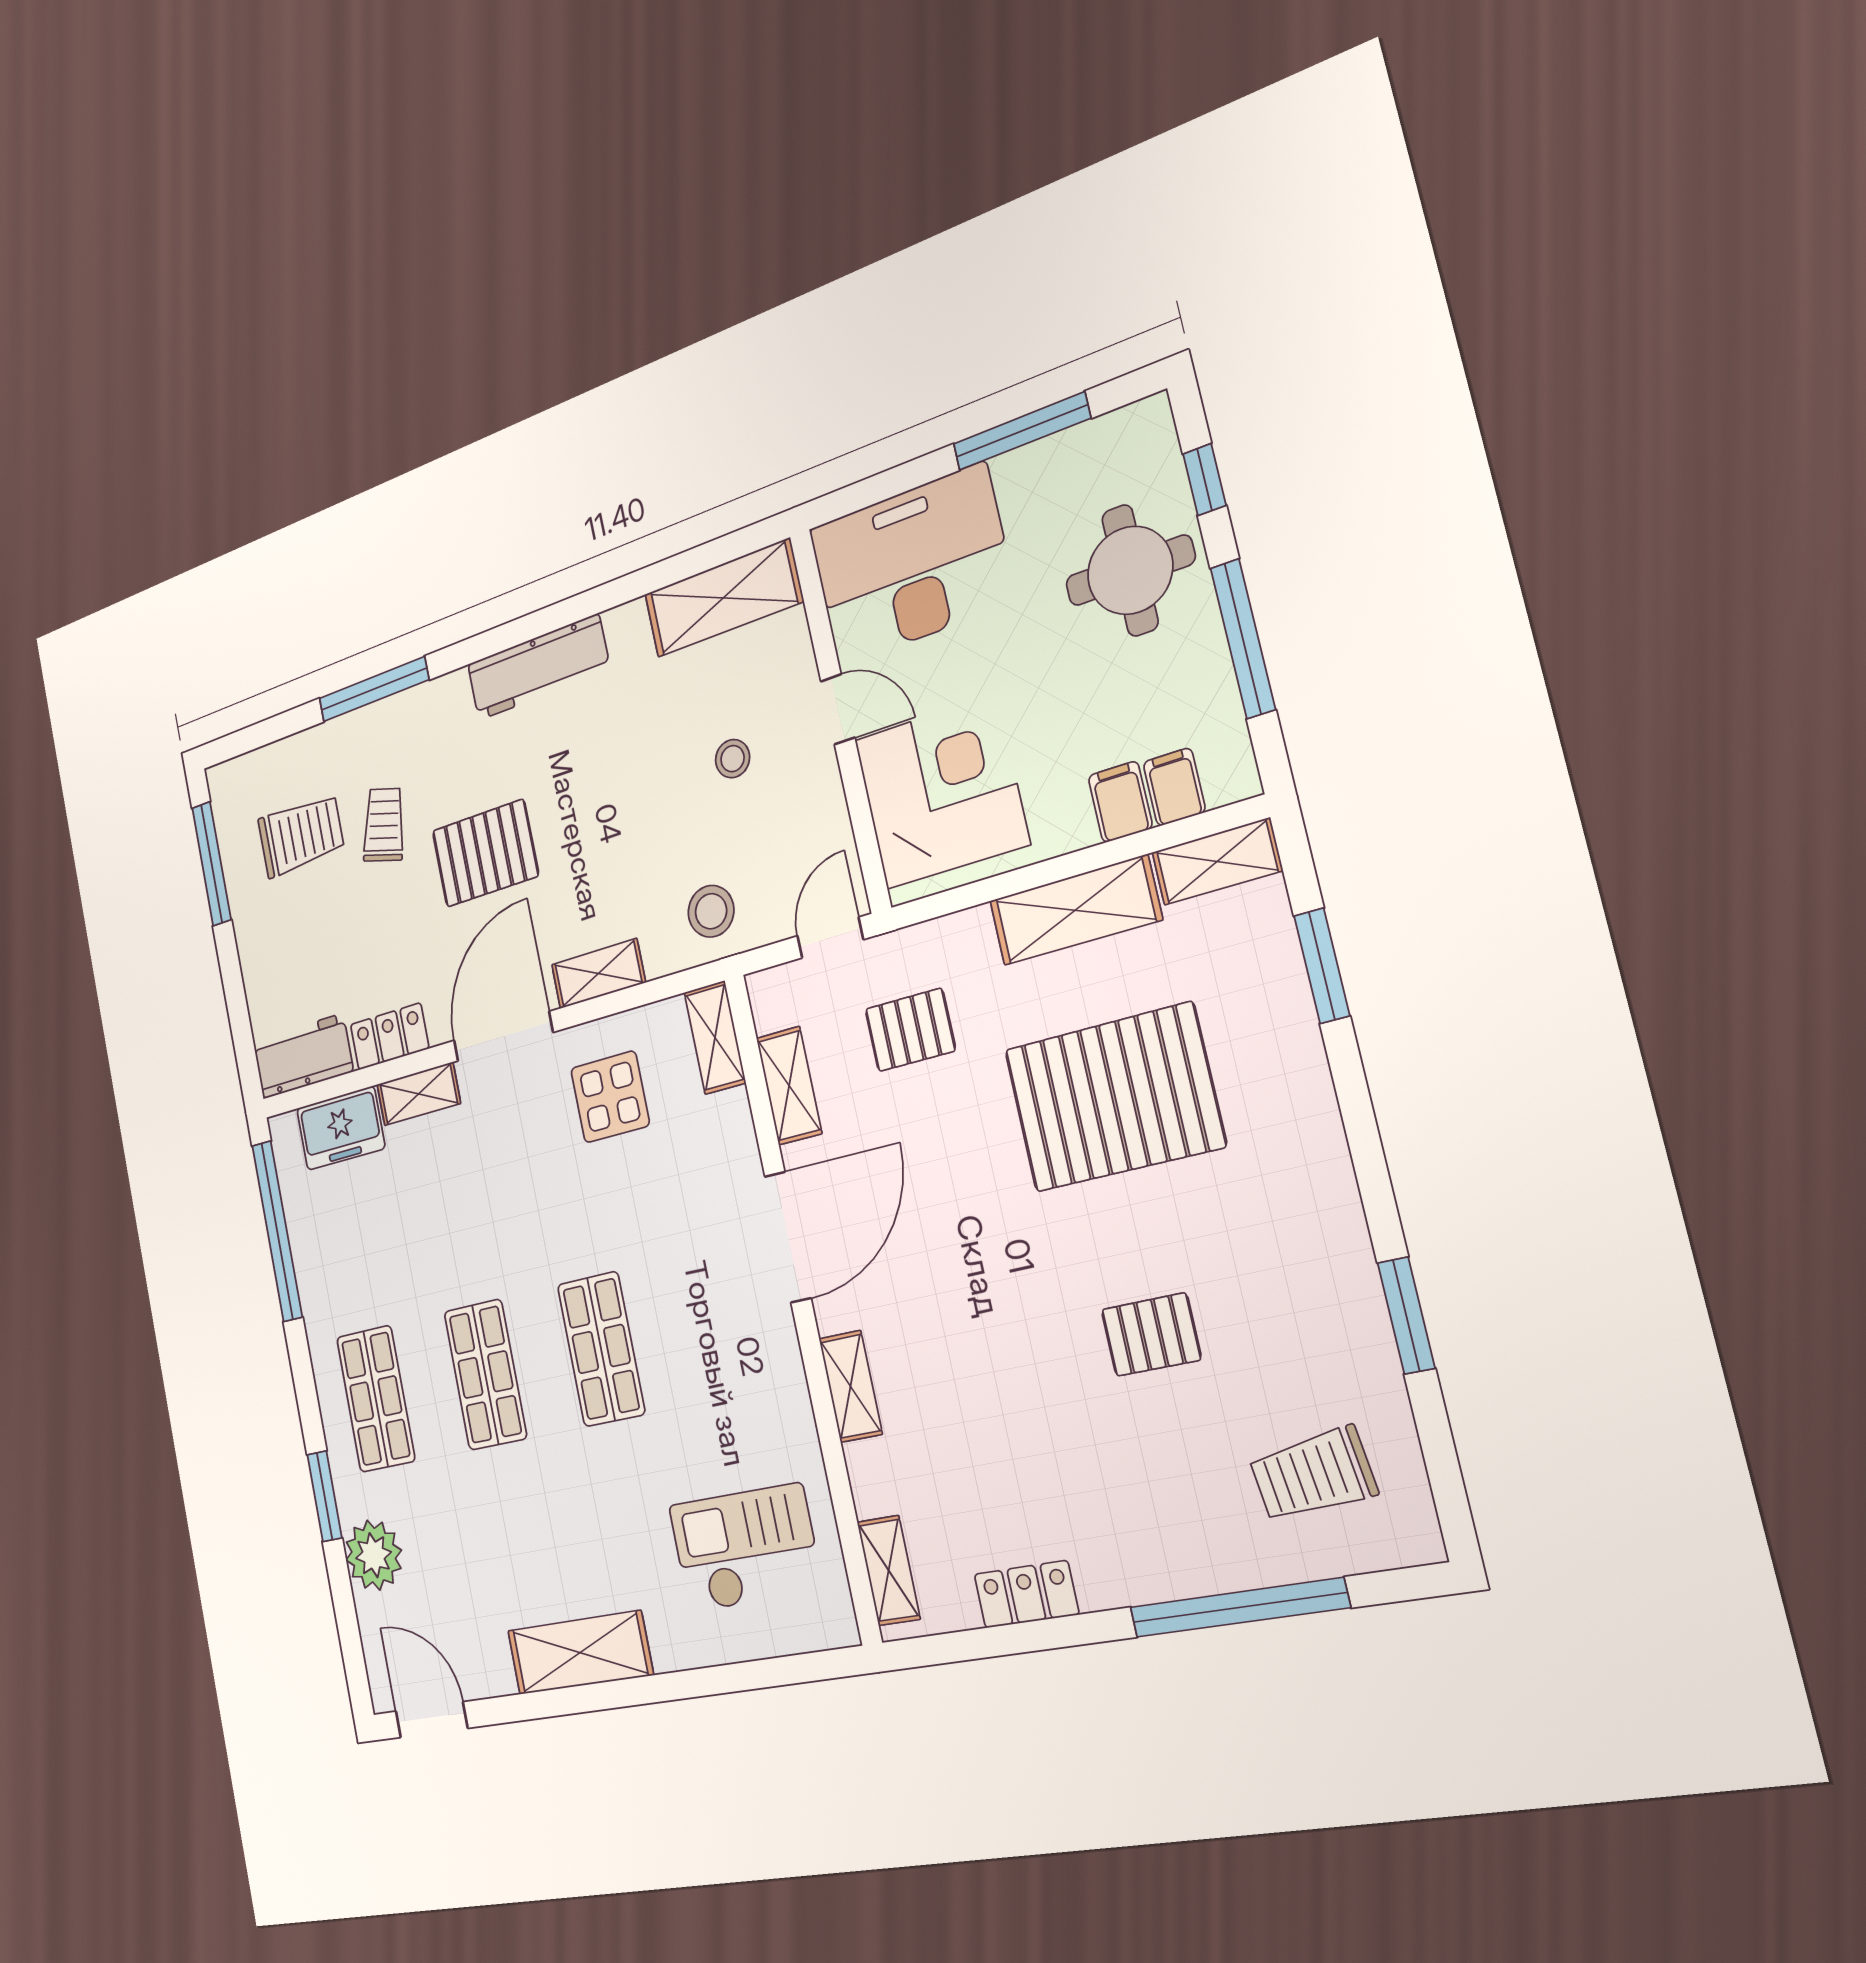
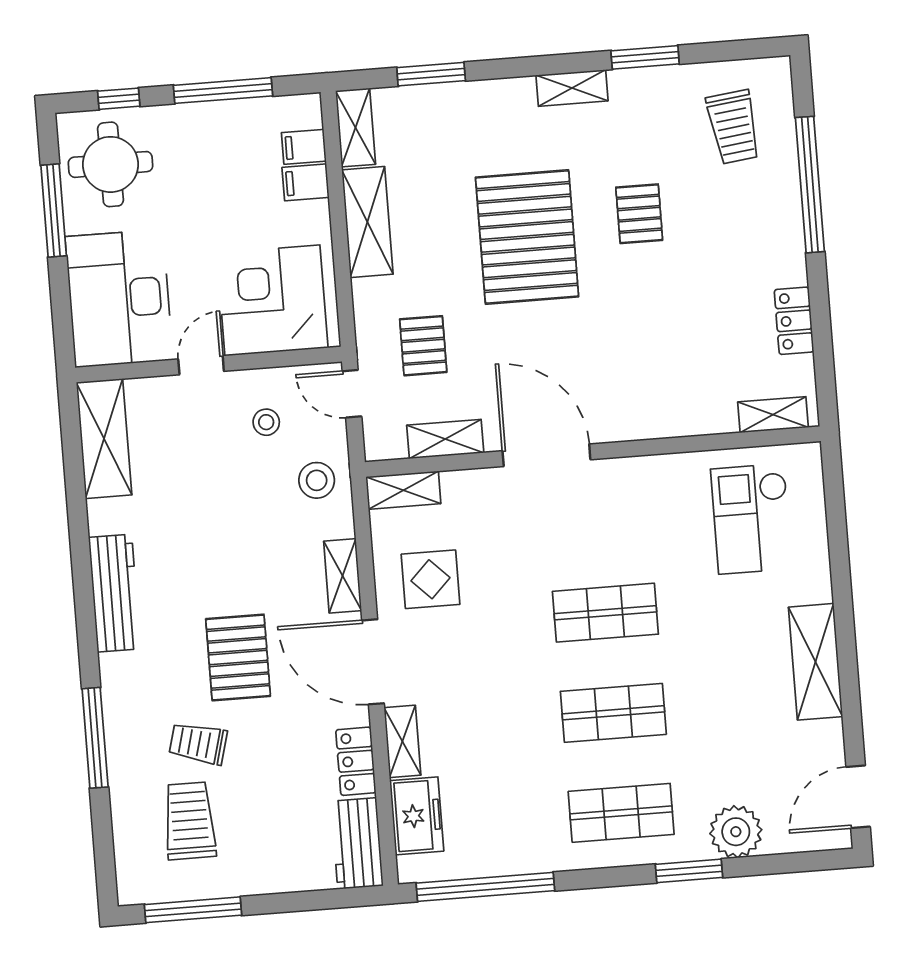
round table: (1130, 570) -> (110, 164), moved
stool: (733, 759) -> (266, 422), moved
pallet: (1114, 1098) -> (527, 237), moved
shelving: (851, 1386) -> (572, 88), moved

